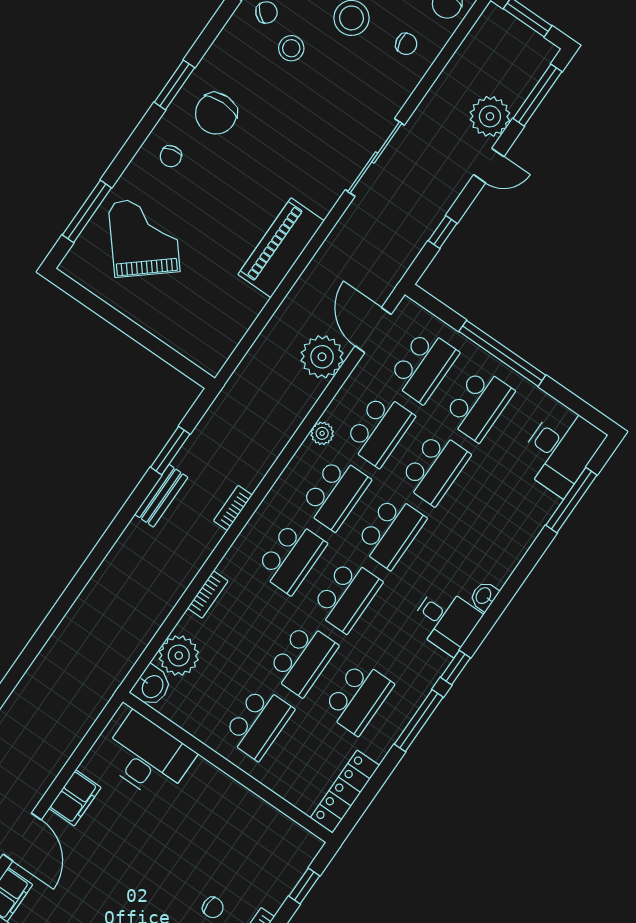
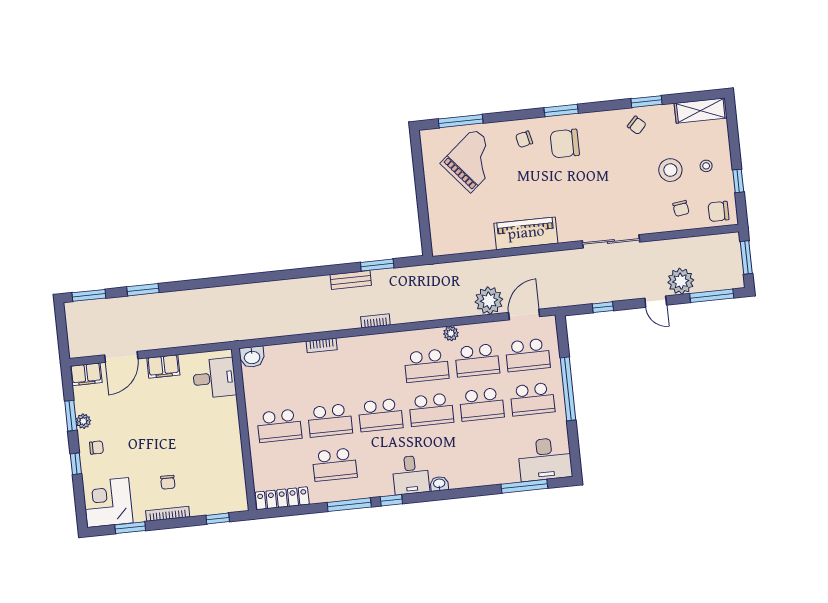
stool: (291, 48) -> (630, 153), removed
school desk: (291, 557) -> (376, 371), removed
plant: (179, 656) -> (279, 357), removed
desk: (148, 757) -> (214, 378), width x0.73

